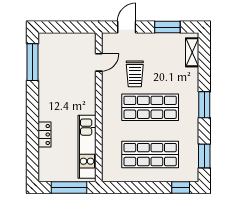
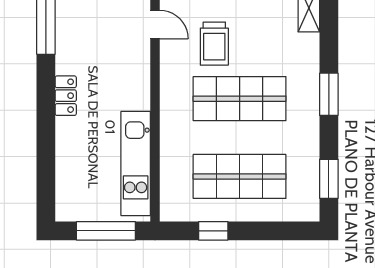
door: (99, 62) -> (155, 25), hinge flipped
locker: (45, 134) -> (66, 96), moved
window: (181, 188) -> (213, 231), moved

